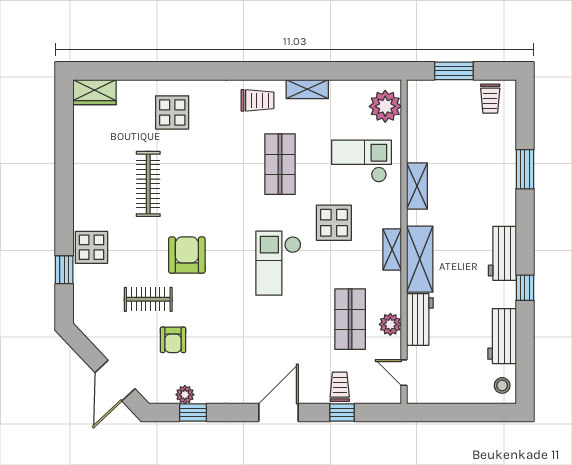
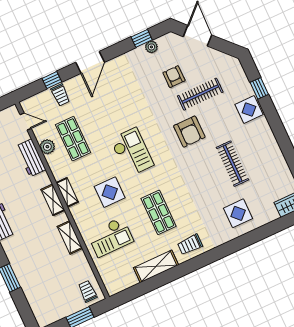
shelving: (307, 89) -> (156, 266), width x1.50, depth x1.33
trolley: (490, 99) -> (88, 291), moved
plant: (385, 106) -> (111, 277), removed
shelving: (420, 259) -> (53, 200), width x0.67, depth x0.75
clothes rail: (148, 299) -> (200, 94), width x1.36

